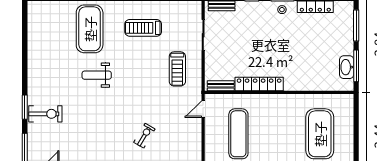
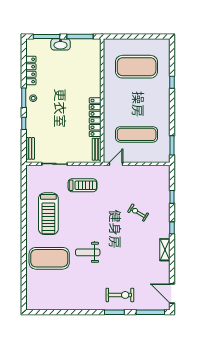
treadmill: (143, 28) -> (48, 214), width x1.37, depth x1.38
washbasin: (347, 67) -> (60, 44), moved
weight bench: (97, 75) -> (88, 252), turned 90
door: (203, 109) -> (116, 164), swing flipped
exercise bike: (45, 114) -> (120, 295), turned 90

